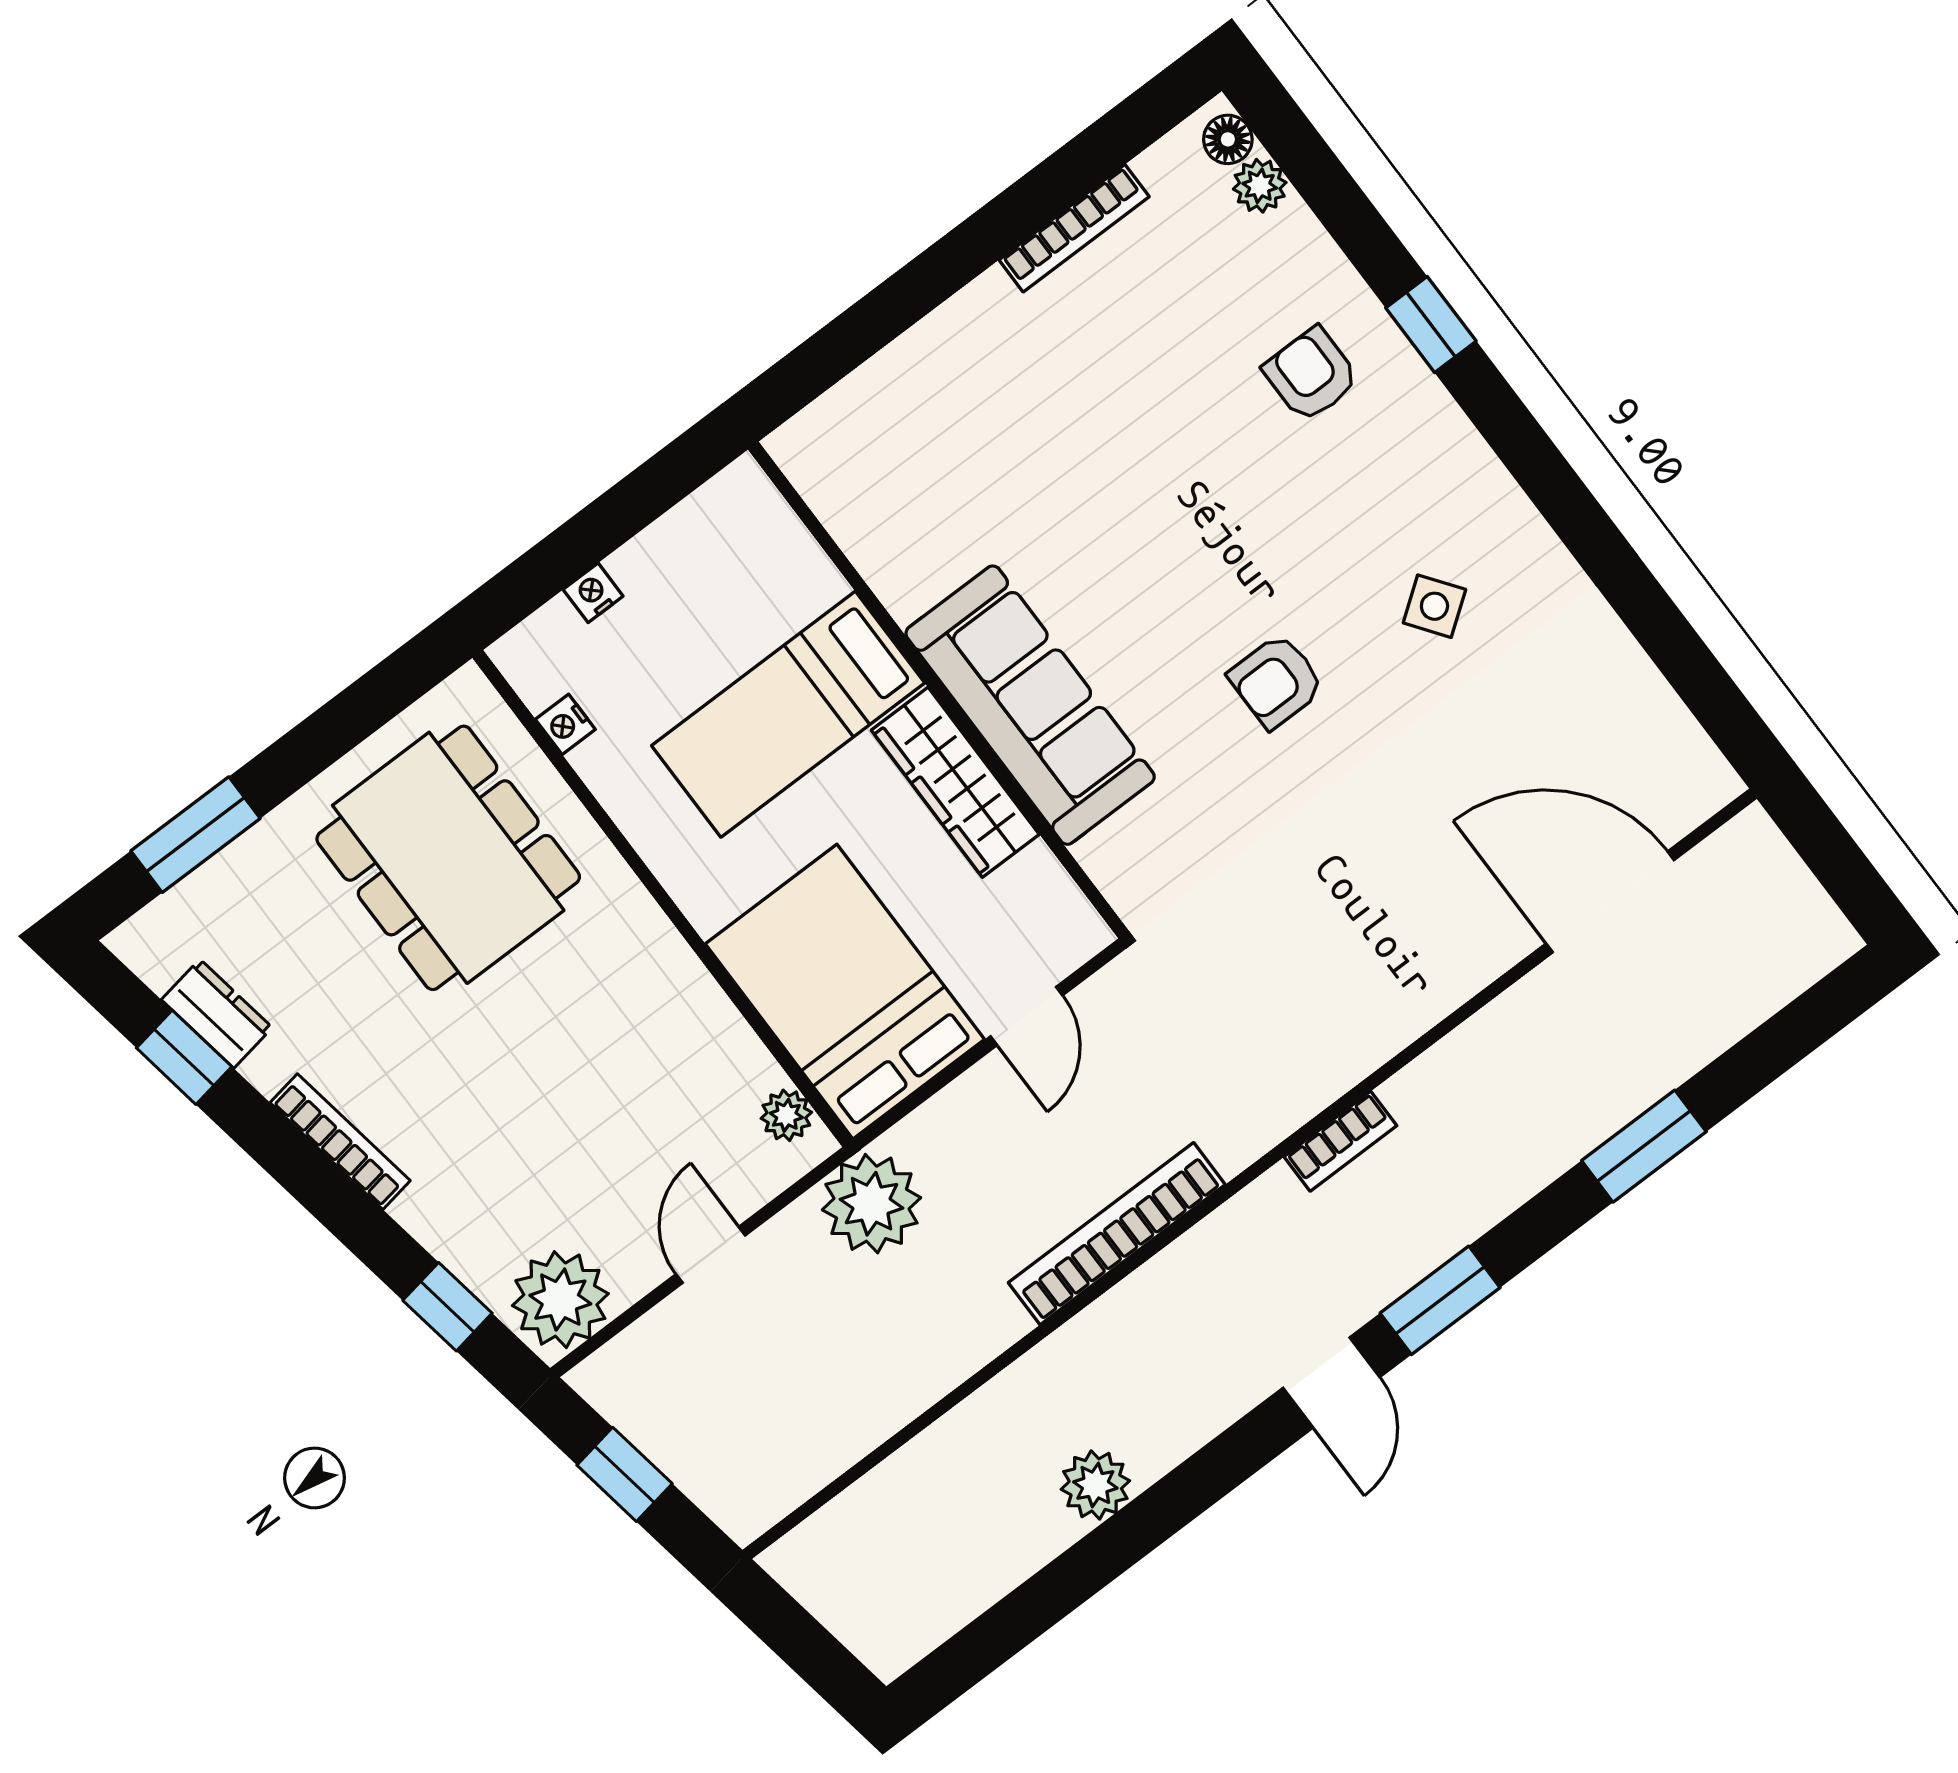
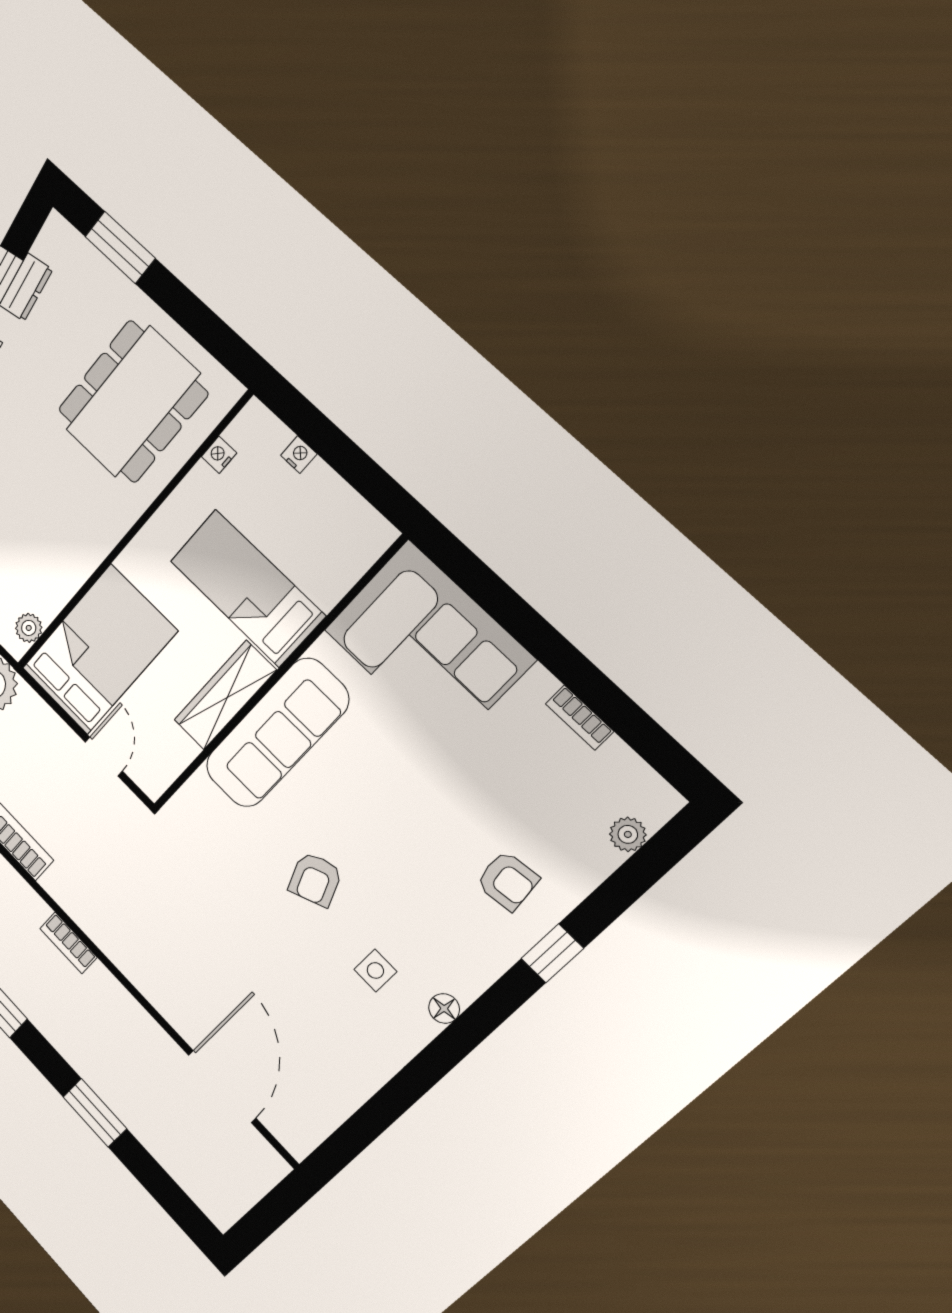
floor lamp: (1228, 139) -> (444, 1008), moved
bookcase: (1074, 228) -> (580, 718), width x0.64
armchair: (1311, 375) -> (507, 881), turned 83
corner sofa: (927, 437) -> (429, 644), added
side table: (1434, 606) -> (375, 970), turned 36
armchair: (1276, 681) -> (315, 879), turned -112
door: (1027, 1016) -> (104, 757), swing flipped

